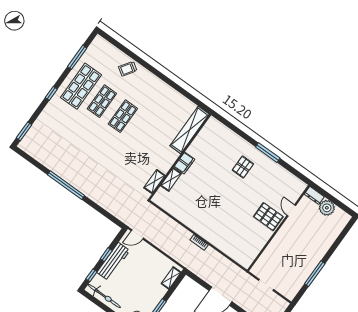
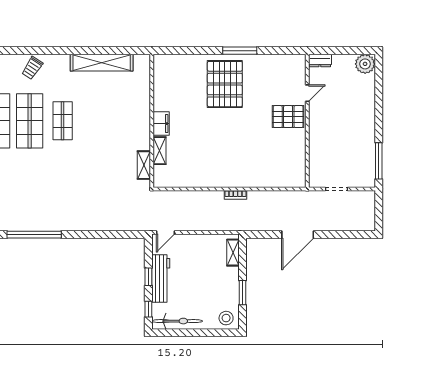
shop shelf: (102, 101) -> (30, 121), width x1.43, depth x1.36
shelving: (190, 130) -> (102, 63), moved, turned 90
pallet: (243, 167) -> (225, 84), width x2.05, depth x2.00
window: (66, 185) -> (34, 235), moved
plant: (327, 208) -> (365, 64), moved
door: (291, 210) -> (307, 93), swing flipped
window: (315, 274) -> (379, 161), moved

